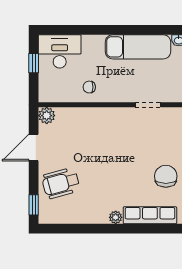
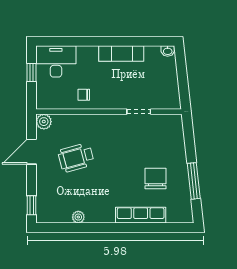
exam couch: (138, 47) -> (121, 54), width x0.73, depth x0.69
wheelchair: (61, 183) -> (76, 158), moved
plant: (116, 217) -> (78, 217), moved

